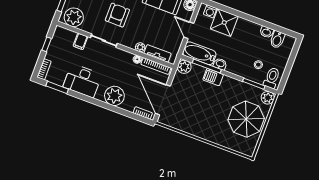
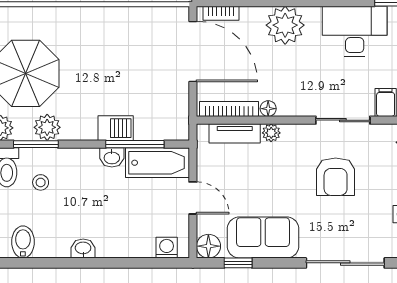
shower: (224, 23) -> (133, 237), removed
washbasin: (267, 32) -> (83, 248), moved
plant: (184, 67) -> (47, 127), moved

